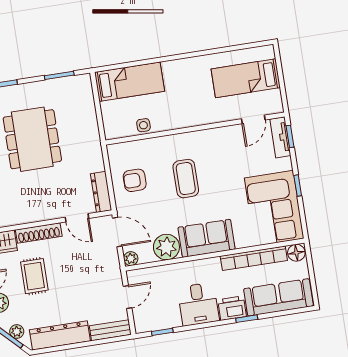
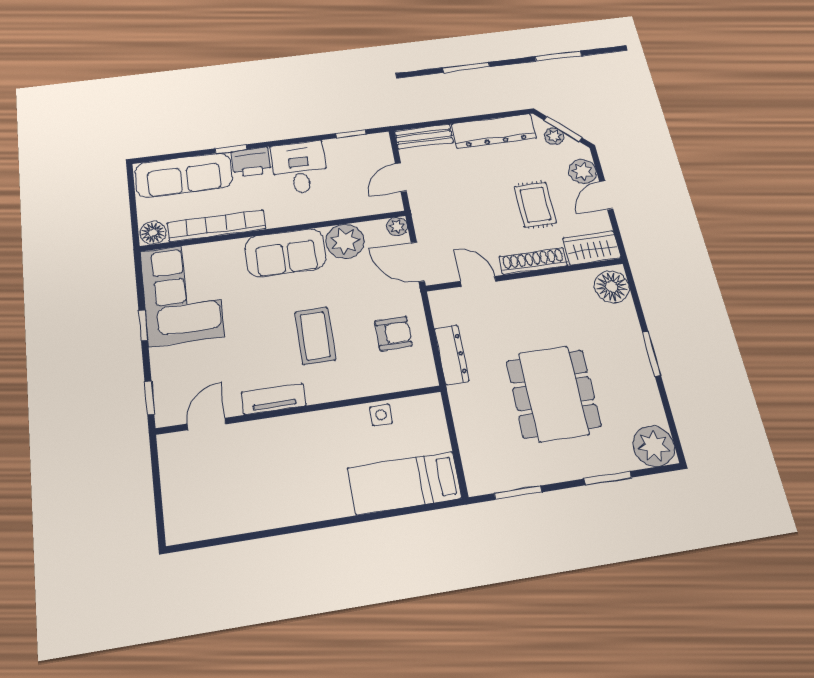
bed: (246, 78) -> (215, 489), removed
tv unit: (280, 137) -> (274, 399), moved, turned -90
dresser: (101, 192) -> (452, 355), moved

